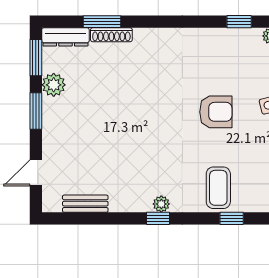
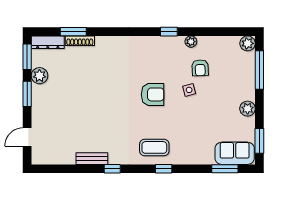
coffee table: (218, 188) -> (154, 147), turned 90
bench: (85, 204) -> (92, 159), moved
plant: (161, 204) -> (115, 159), removed

